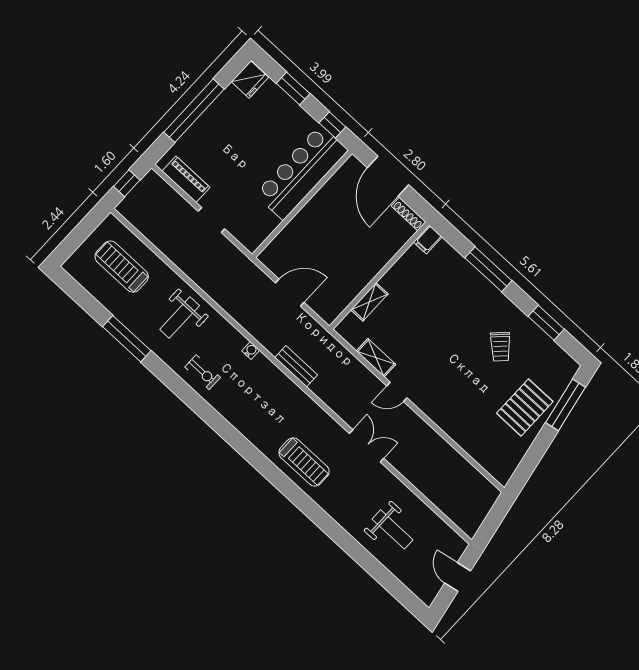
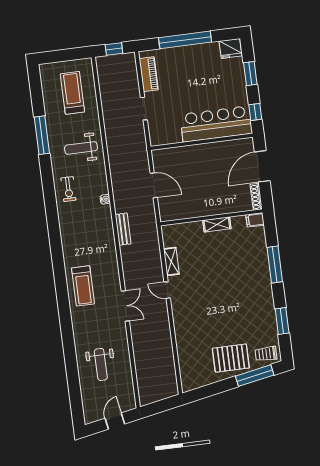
shelving: (369, 302) -> (217, 224), moved
trolley: (500, 347) -> (266, 354), moved, turned 45

